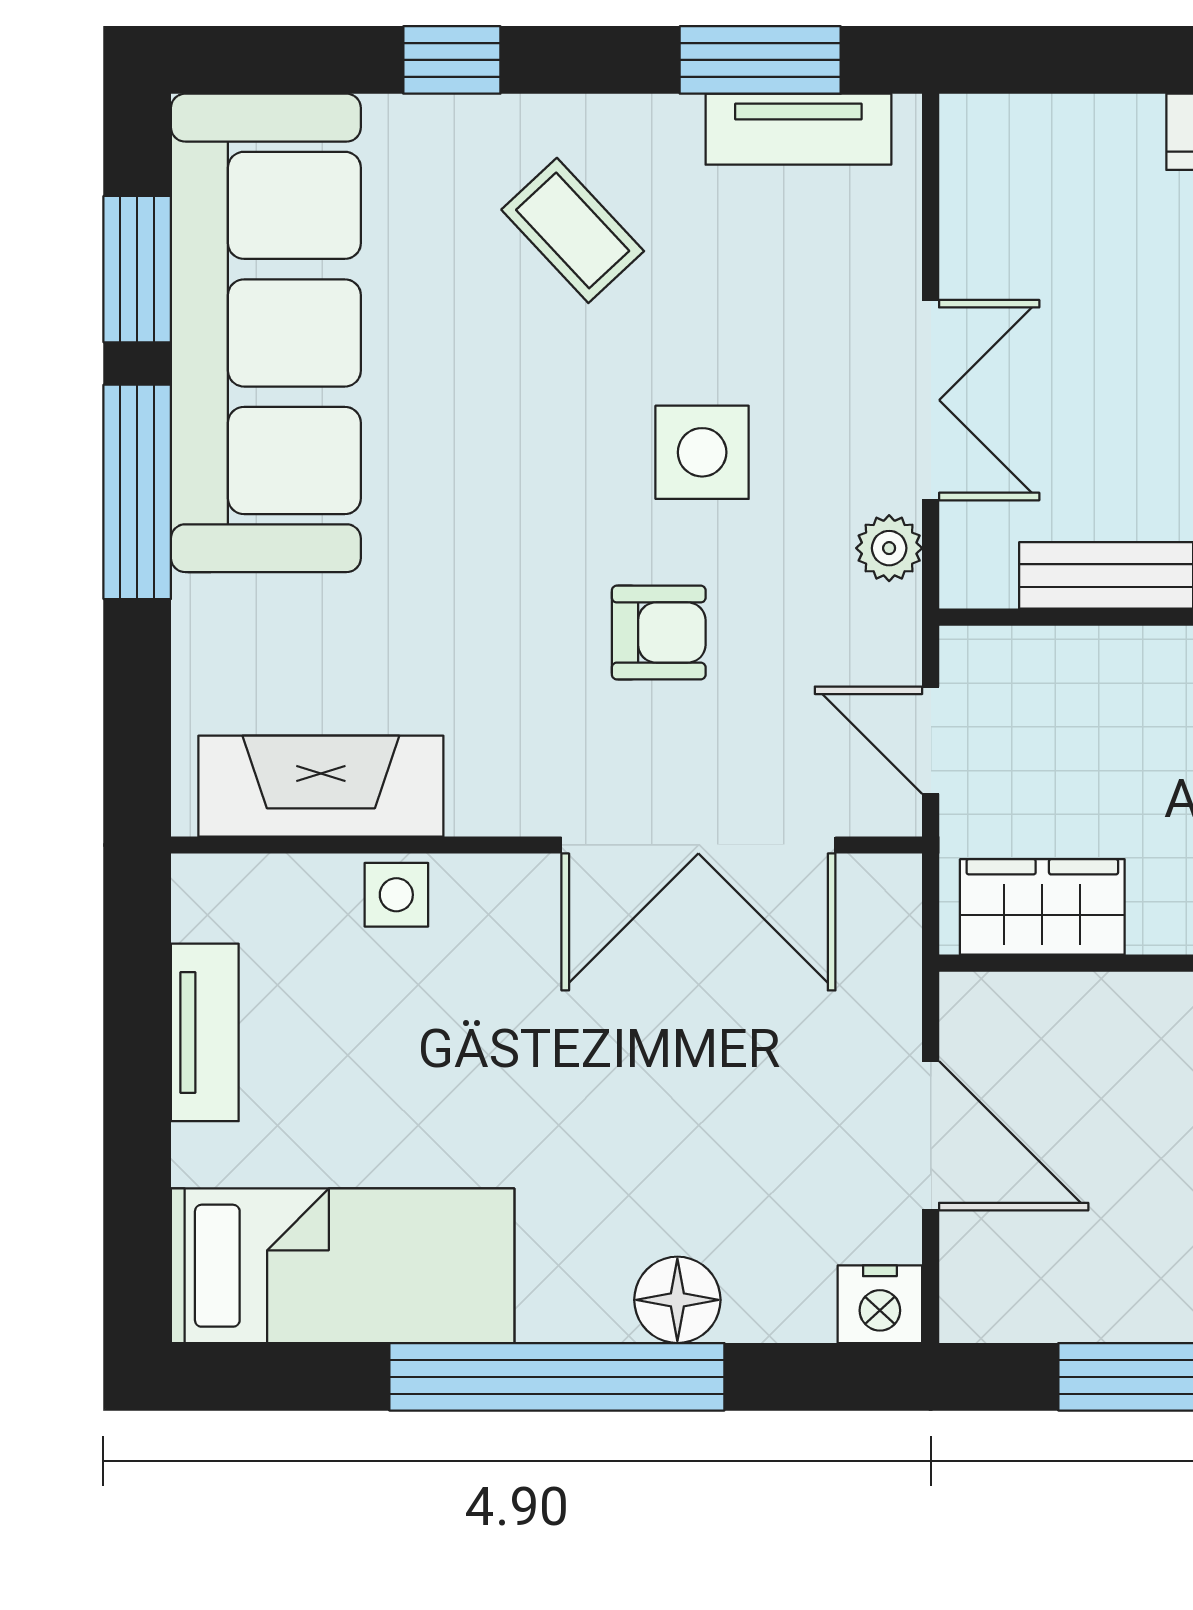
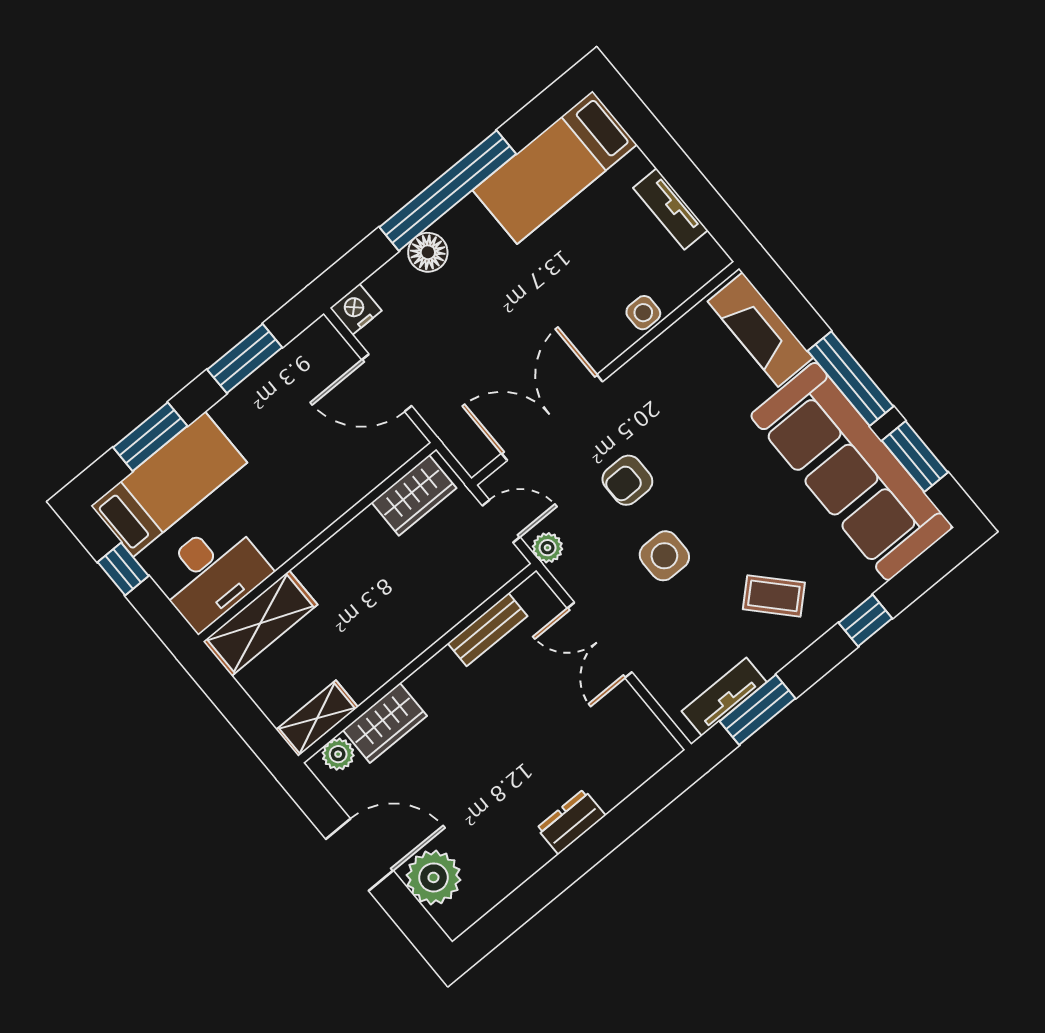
plant: (889, 548) -> (548, 548), moved
fireplace: (321, 786) -> (760, 330), moved, turned 90

